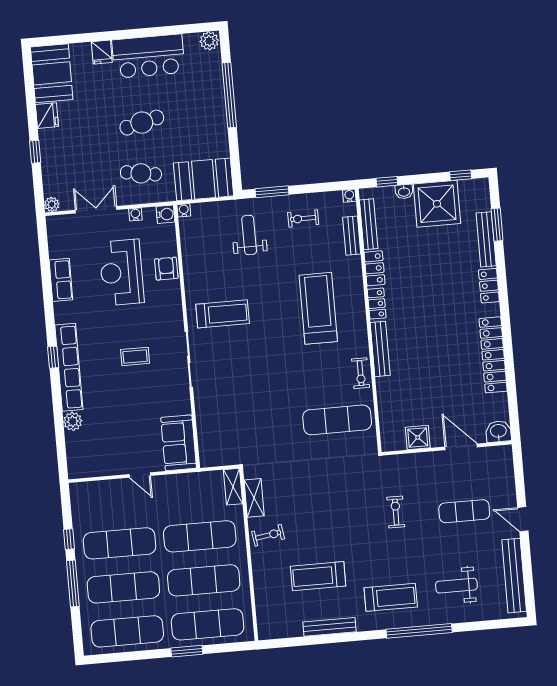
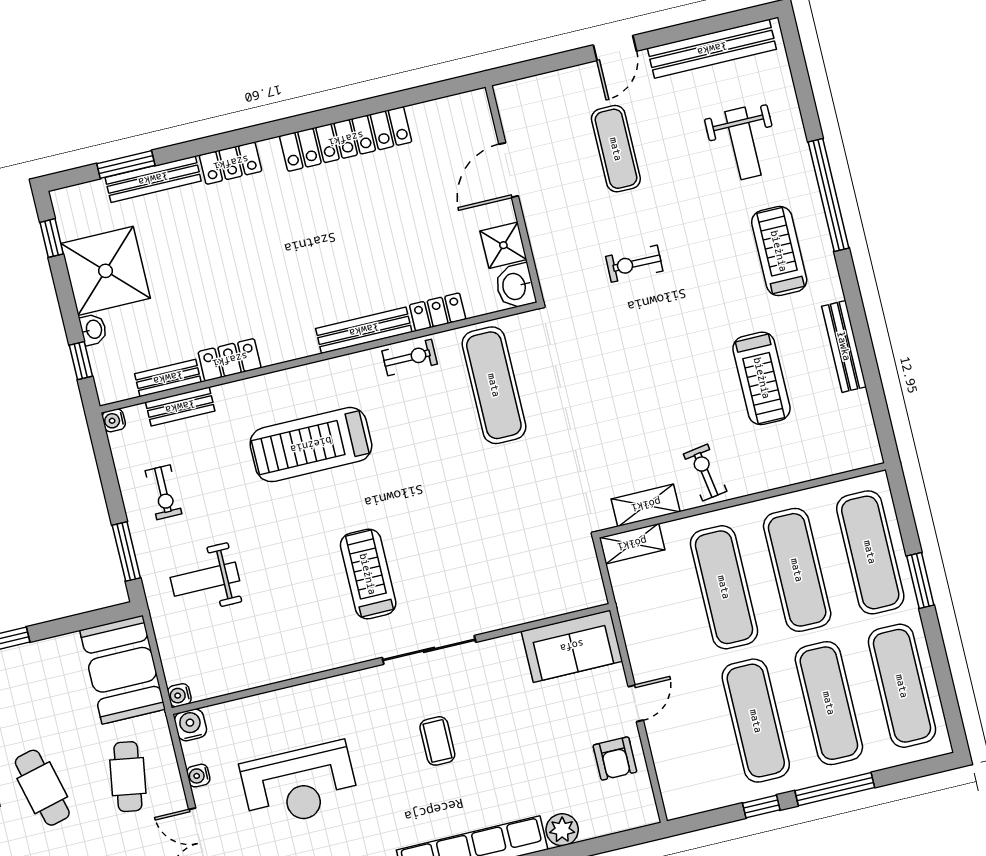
bench: (369, 224) -> (168, 378), width x0.73
armchair: (166, 269) -> (615, 759), moved, turned -90
locker: (377, 304) -> (438, 312), moved
treadmill: (223, 314) -> (368, 574), moved
washbasin: (498, 431) -> (515, 286), moved

